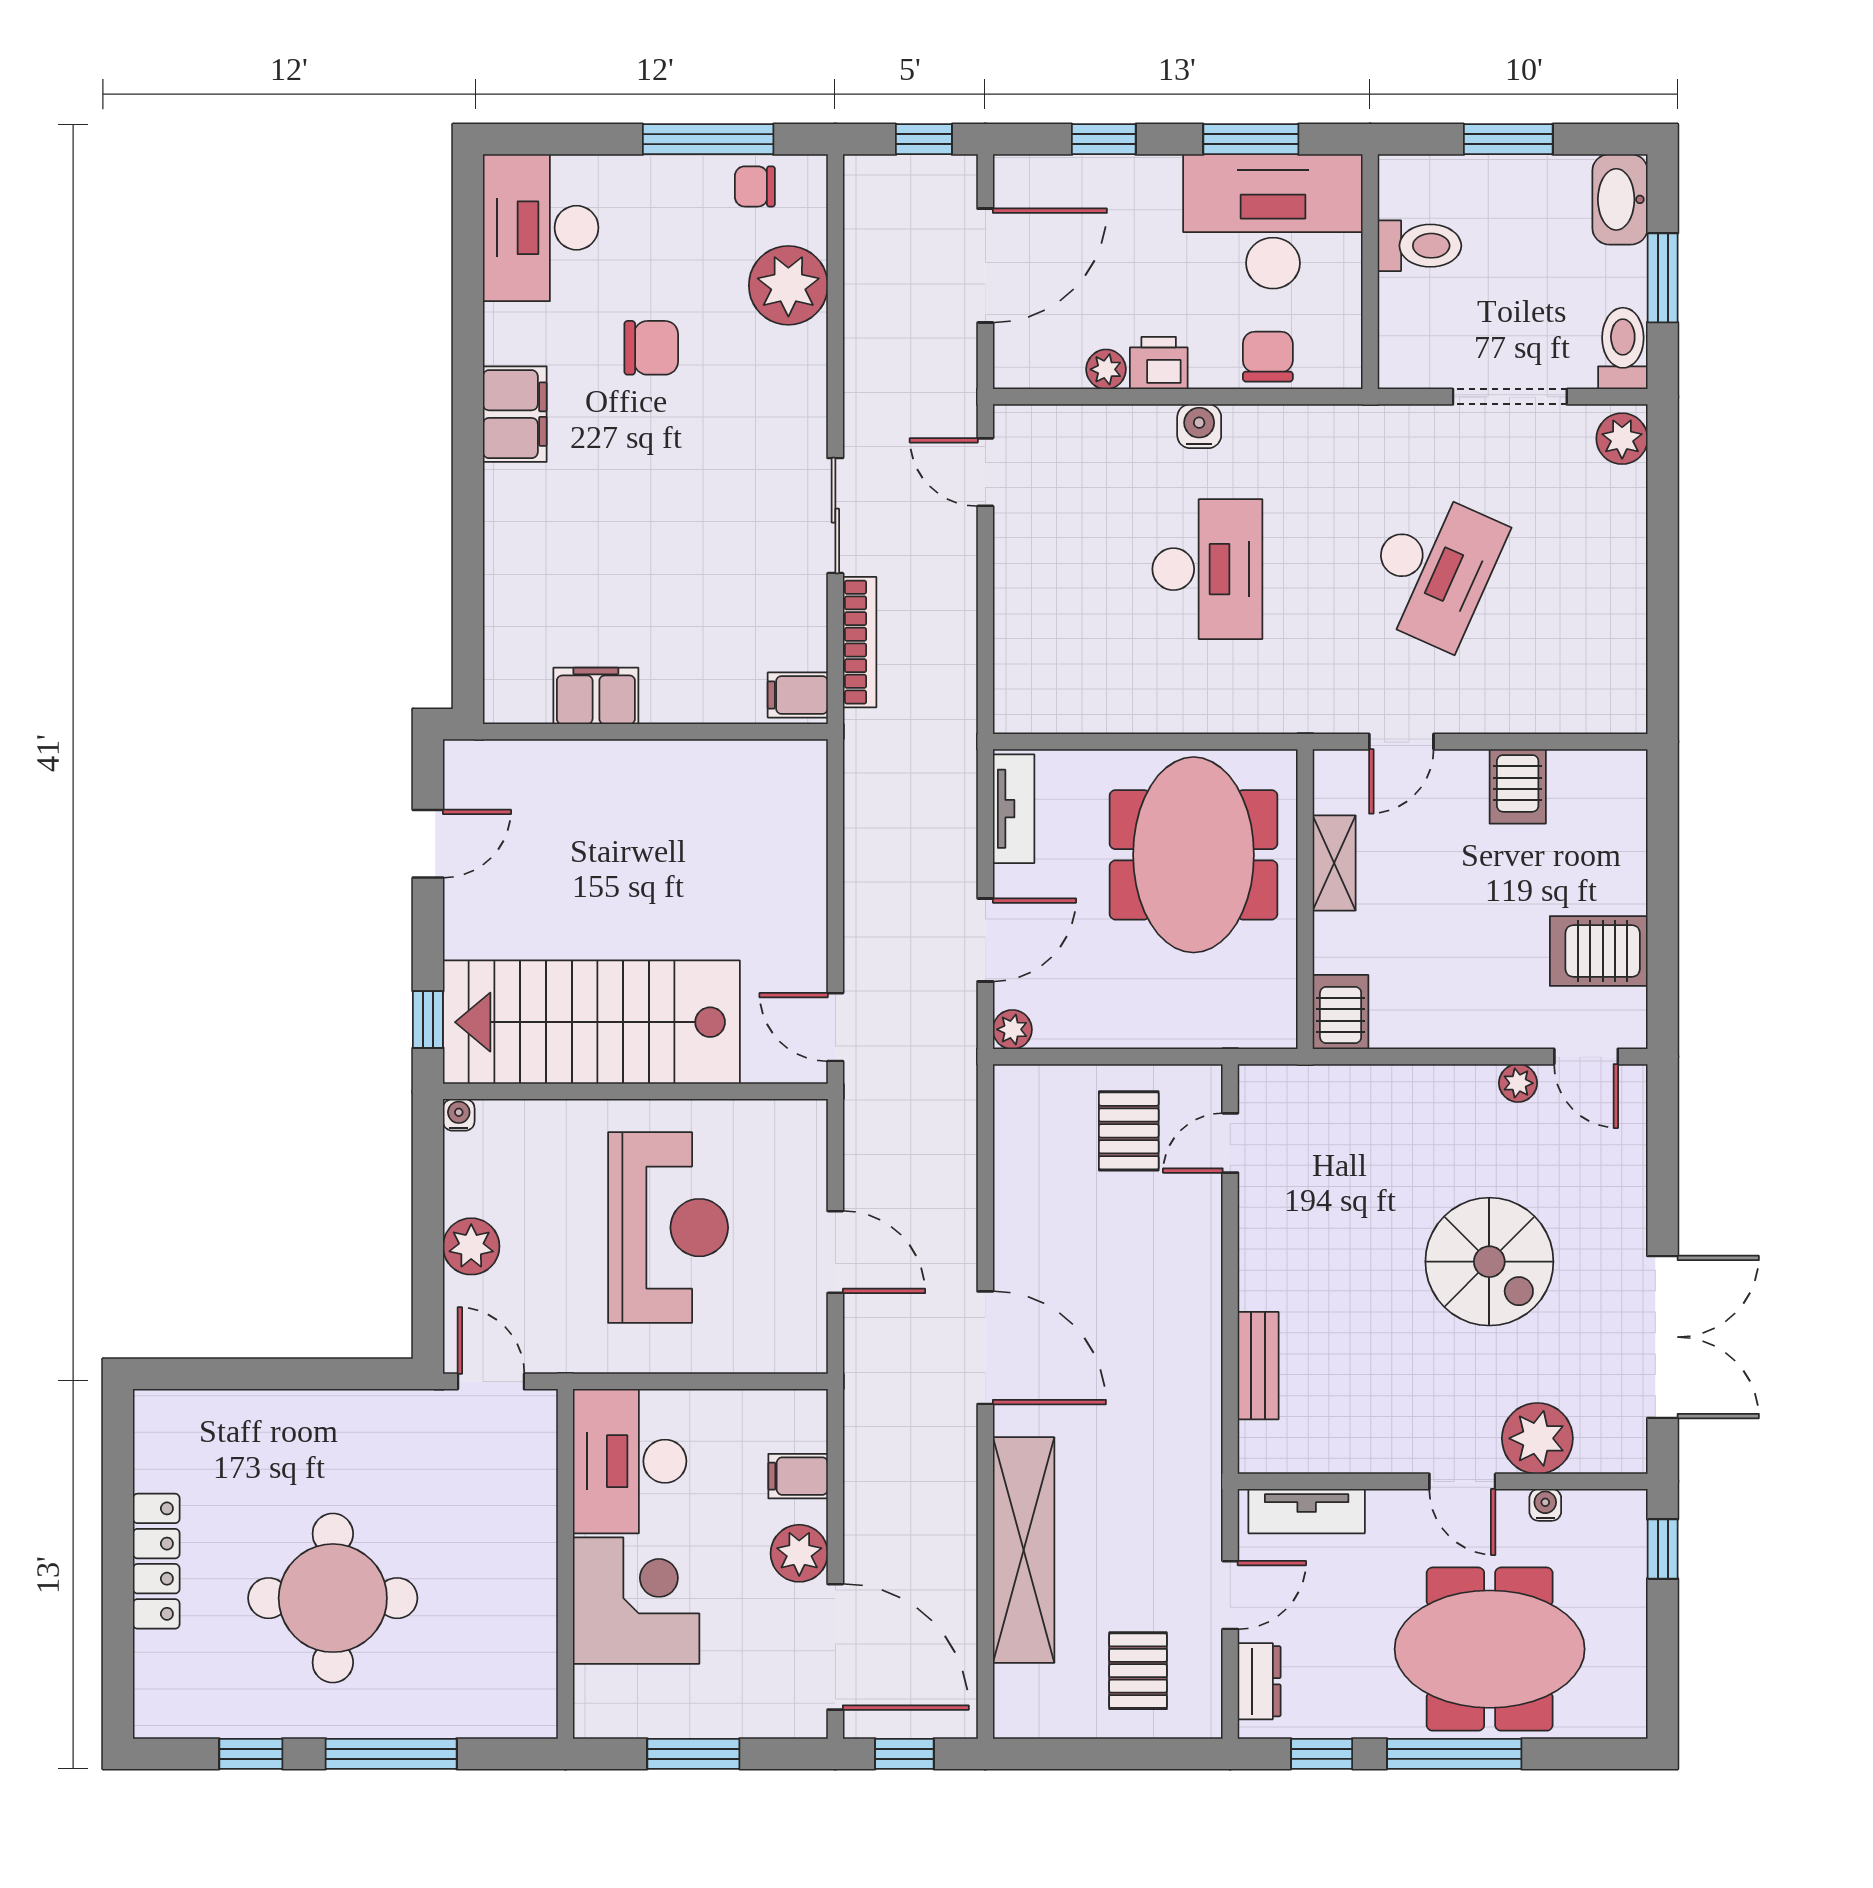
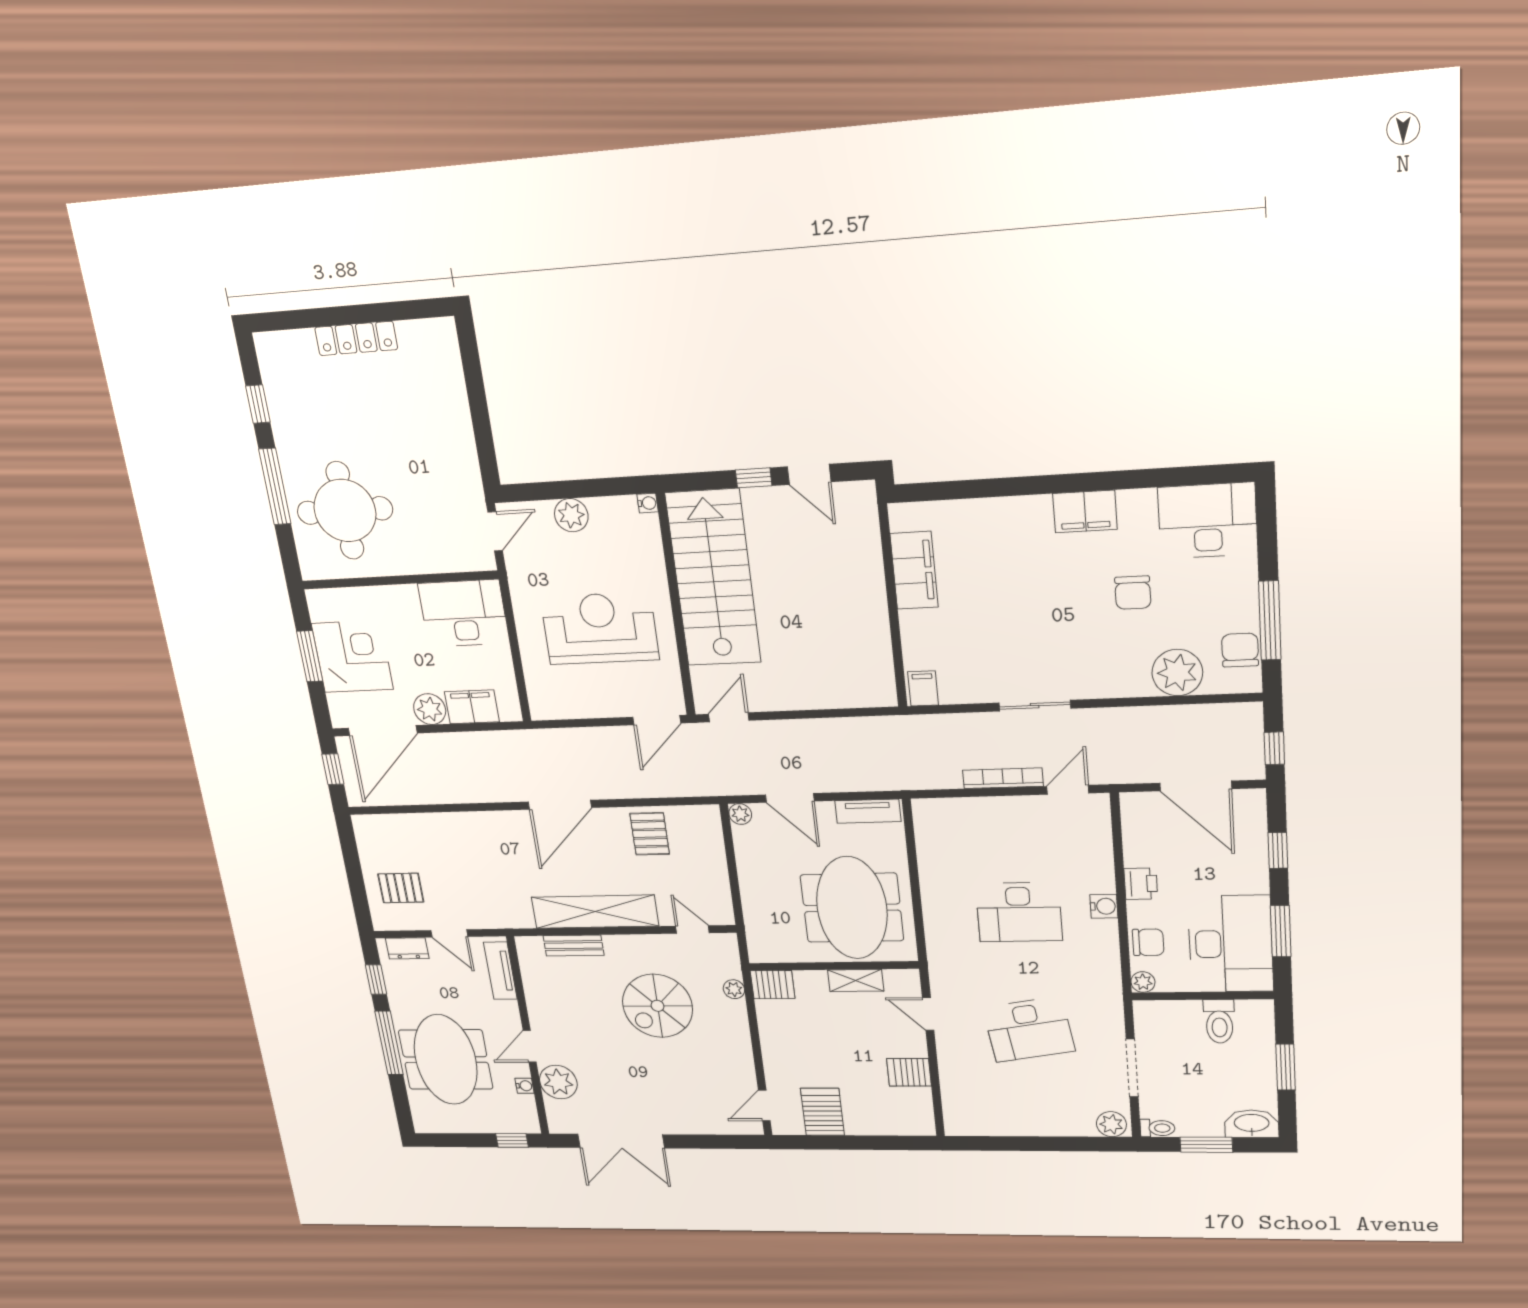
chair: (755, 186) -> (1240, 650), width x1.37, depth x1.37
toilet: (1623, 348) -> (1157, 1128), width x0.73, depth x0.72
plant: (1106, 369) -> (1143, 982), moved
desk: (1433, 569) -> (1029, 1029), turned -33
bookcase: (860, 642) -> (1003, 778), moved, turned 180
filing cabinet: (596, 696) -> (914, 570), width x1.50, depth x1.17
meeting table: (1194, 855) -> (852, 908), turned 90
window: (428, 1019) -> (754, 478), moved
plant: (1518, 1083) -> (734, 989), moved
pallet: (1129, 1131) -> (650, 834), moved, turned 90
reception desk: (668, 1228) -> (600, 628), turned 180
door: (835, 1252) -> (657, 720), moved
spiral stairs: (1489, 1262) -> (657, 1006), moved
filing cabinet: (798, 1476) -> (472, 707), width x2.00
shelving: (1024, 1550) -> (595, 912), moved
round table: (333, 1598) -> (345, 511), moved
corner desk: (636, 1601) -> (352, 656), moved, turned -90

